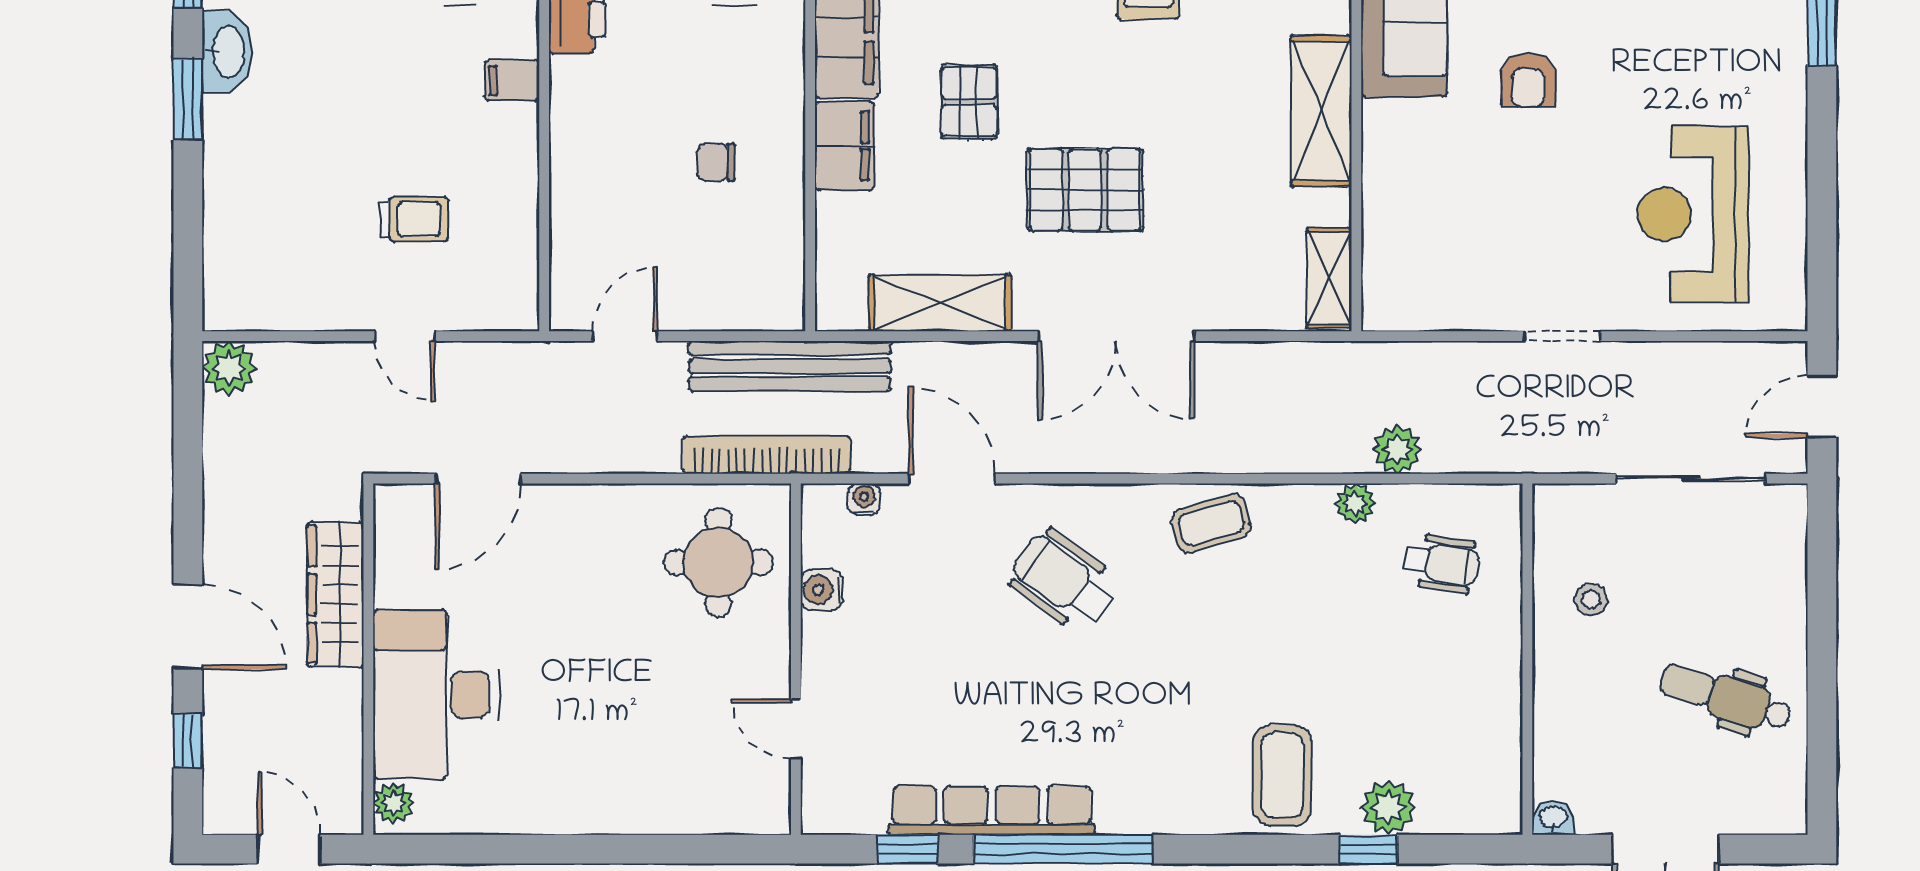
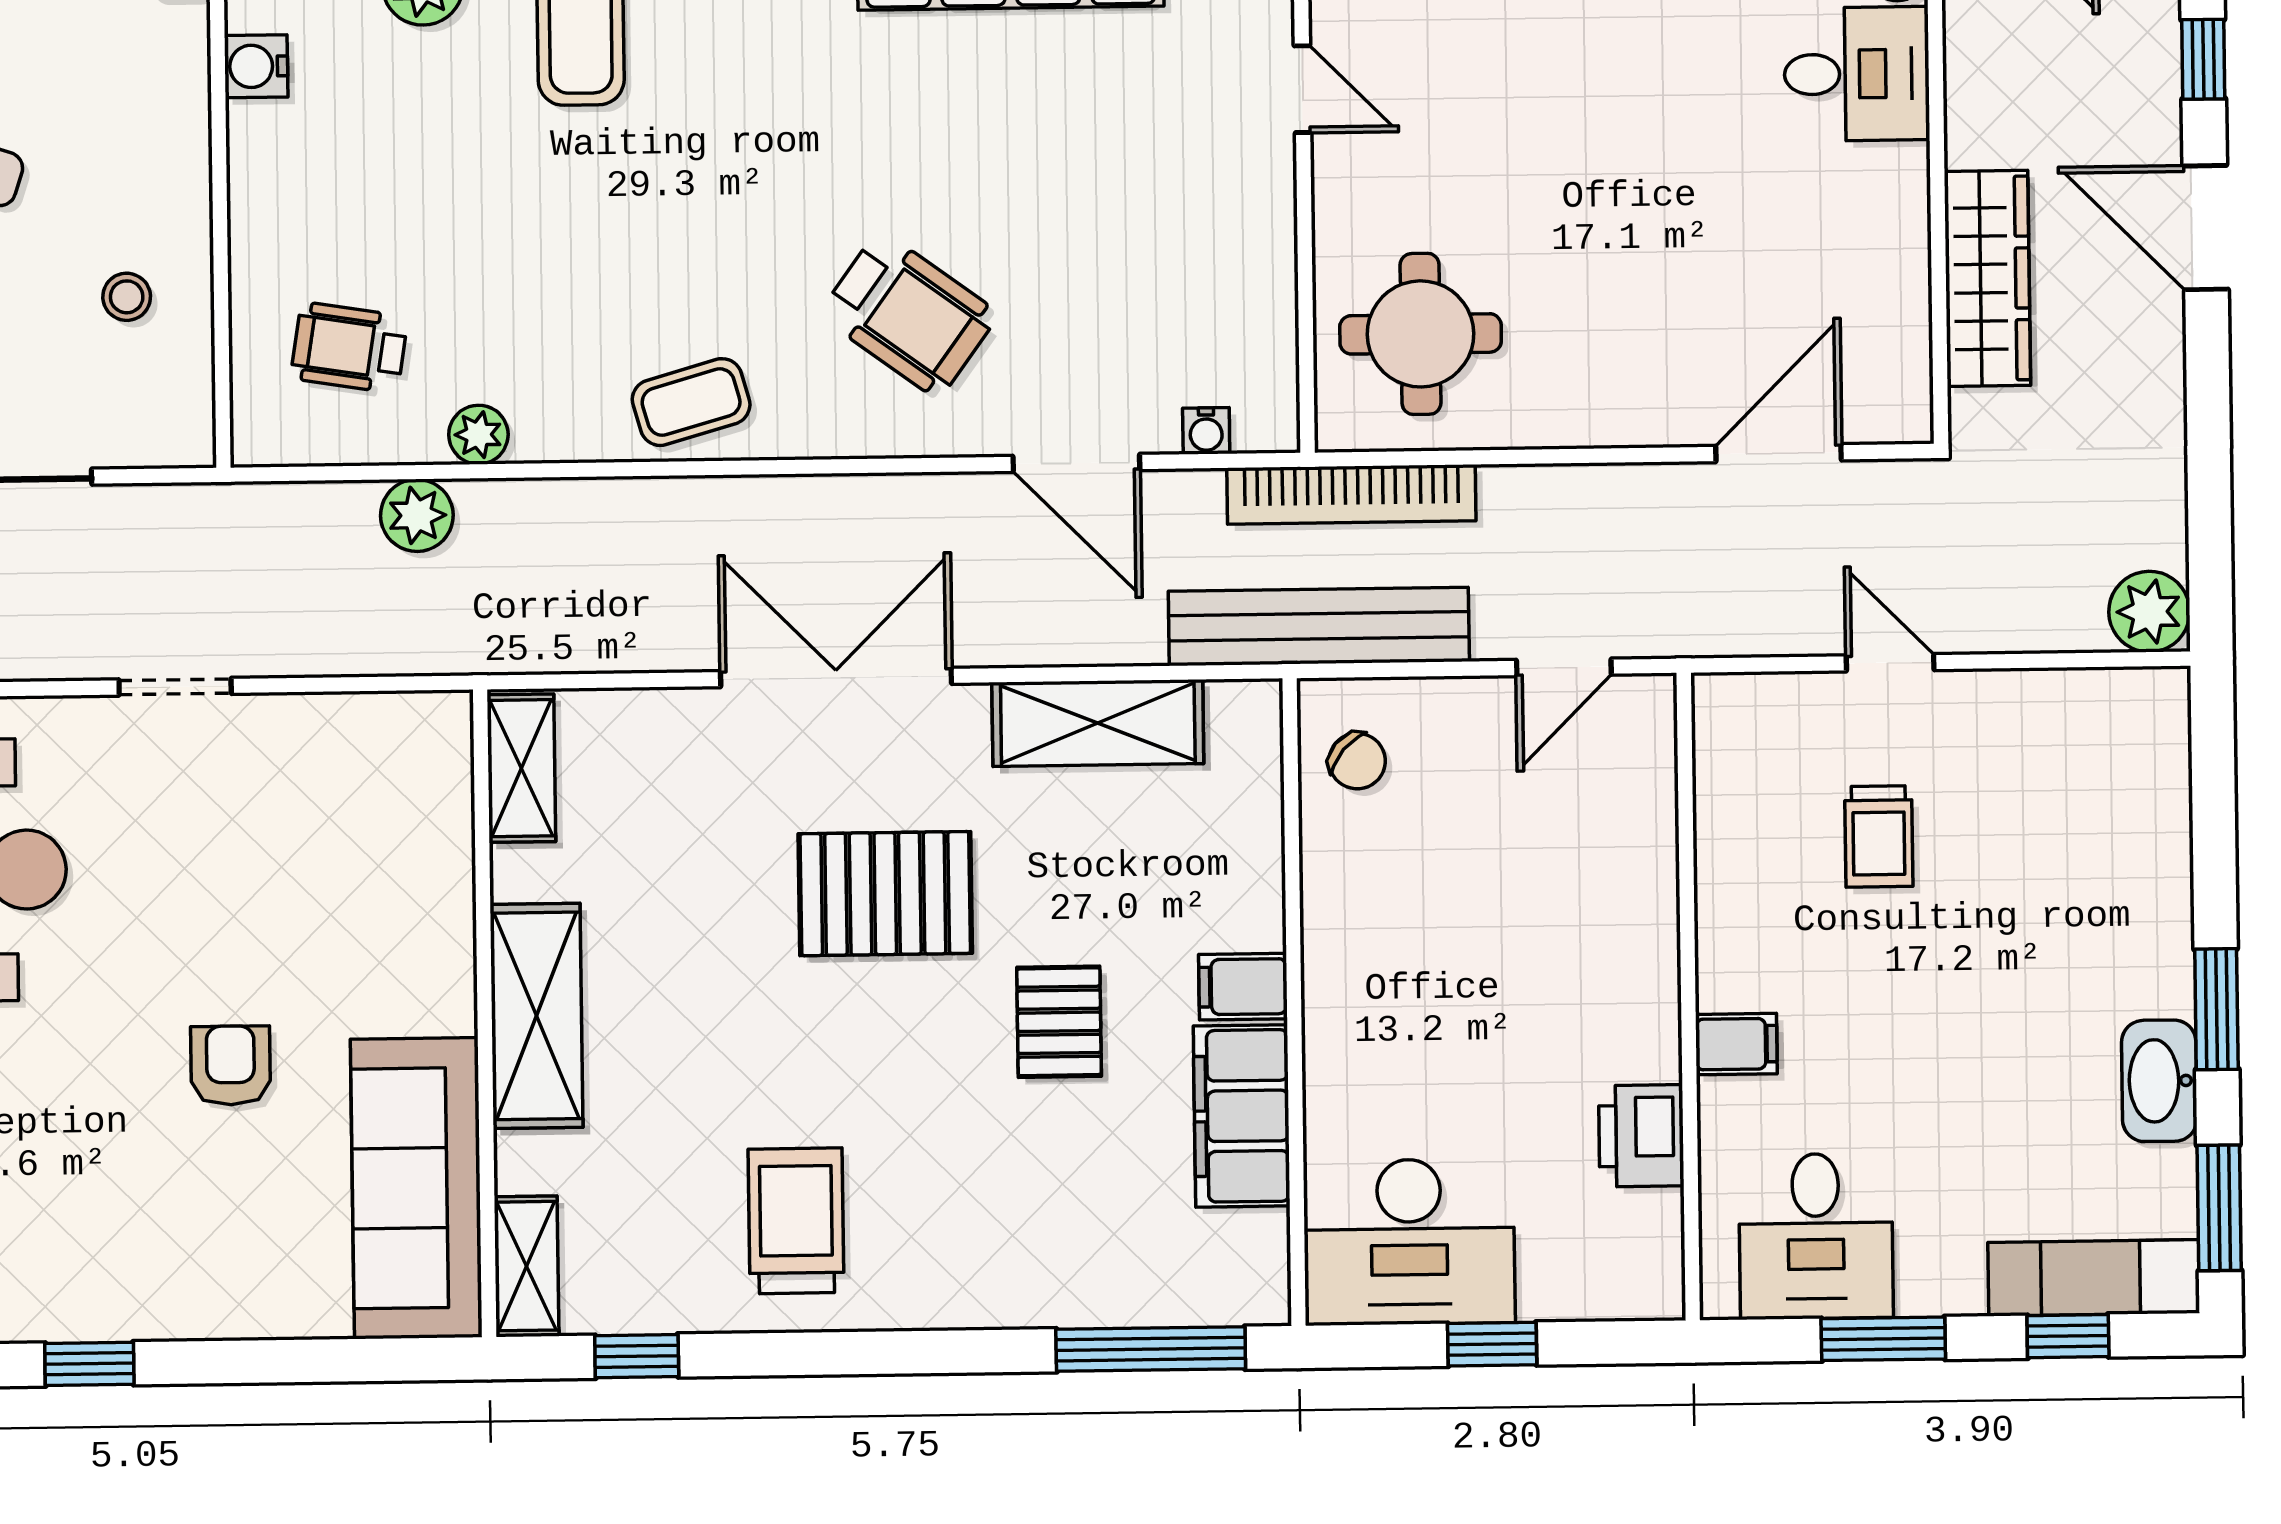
filing cabinet: (844, 146) -> (1243, 987), width x0.50
chair: (716, 162) -> (1357, 761), moved, turned 41
trolley: (414, 219) -> (1879, 837), turned -90
water cooler: (822, 590) -> (256, 66), moved, turned 180
desk: (436, 694) -> (1857, 74), width x0.53, depth x0.77

